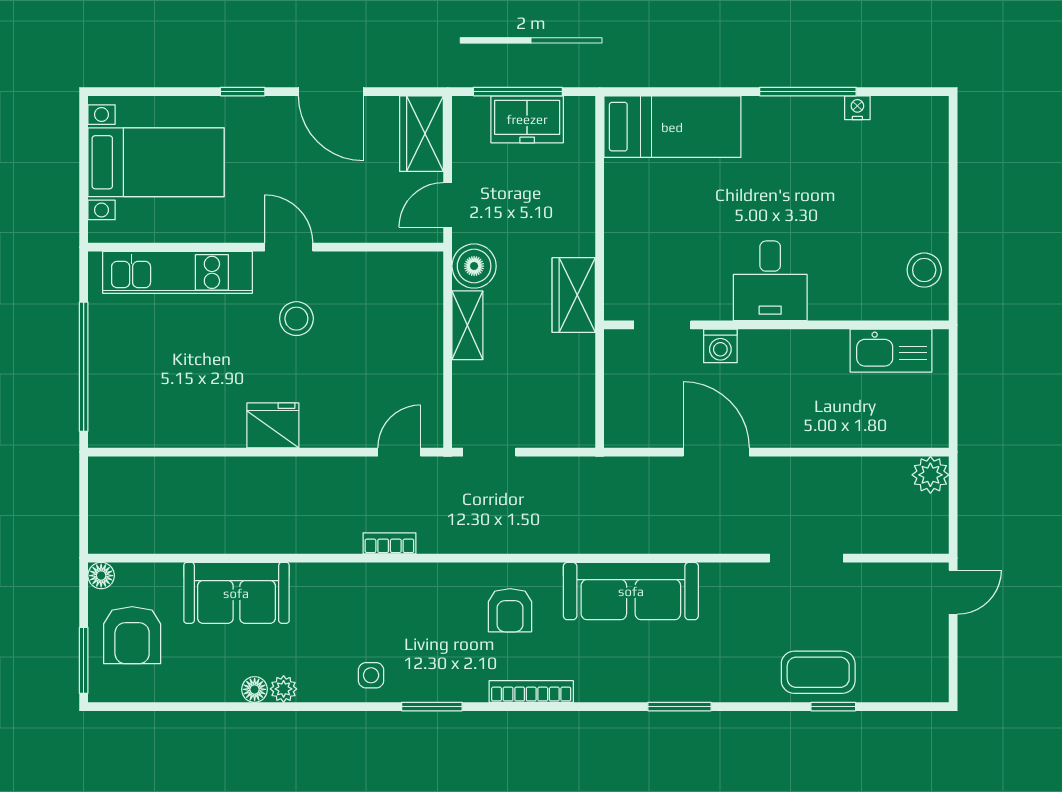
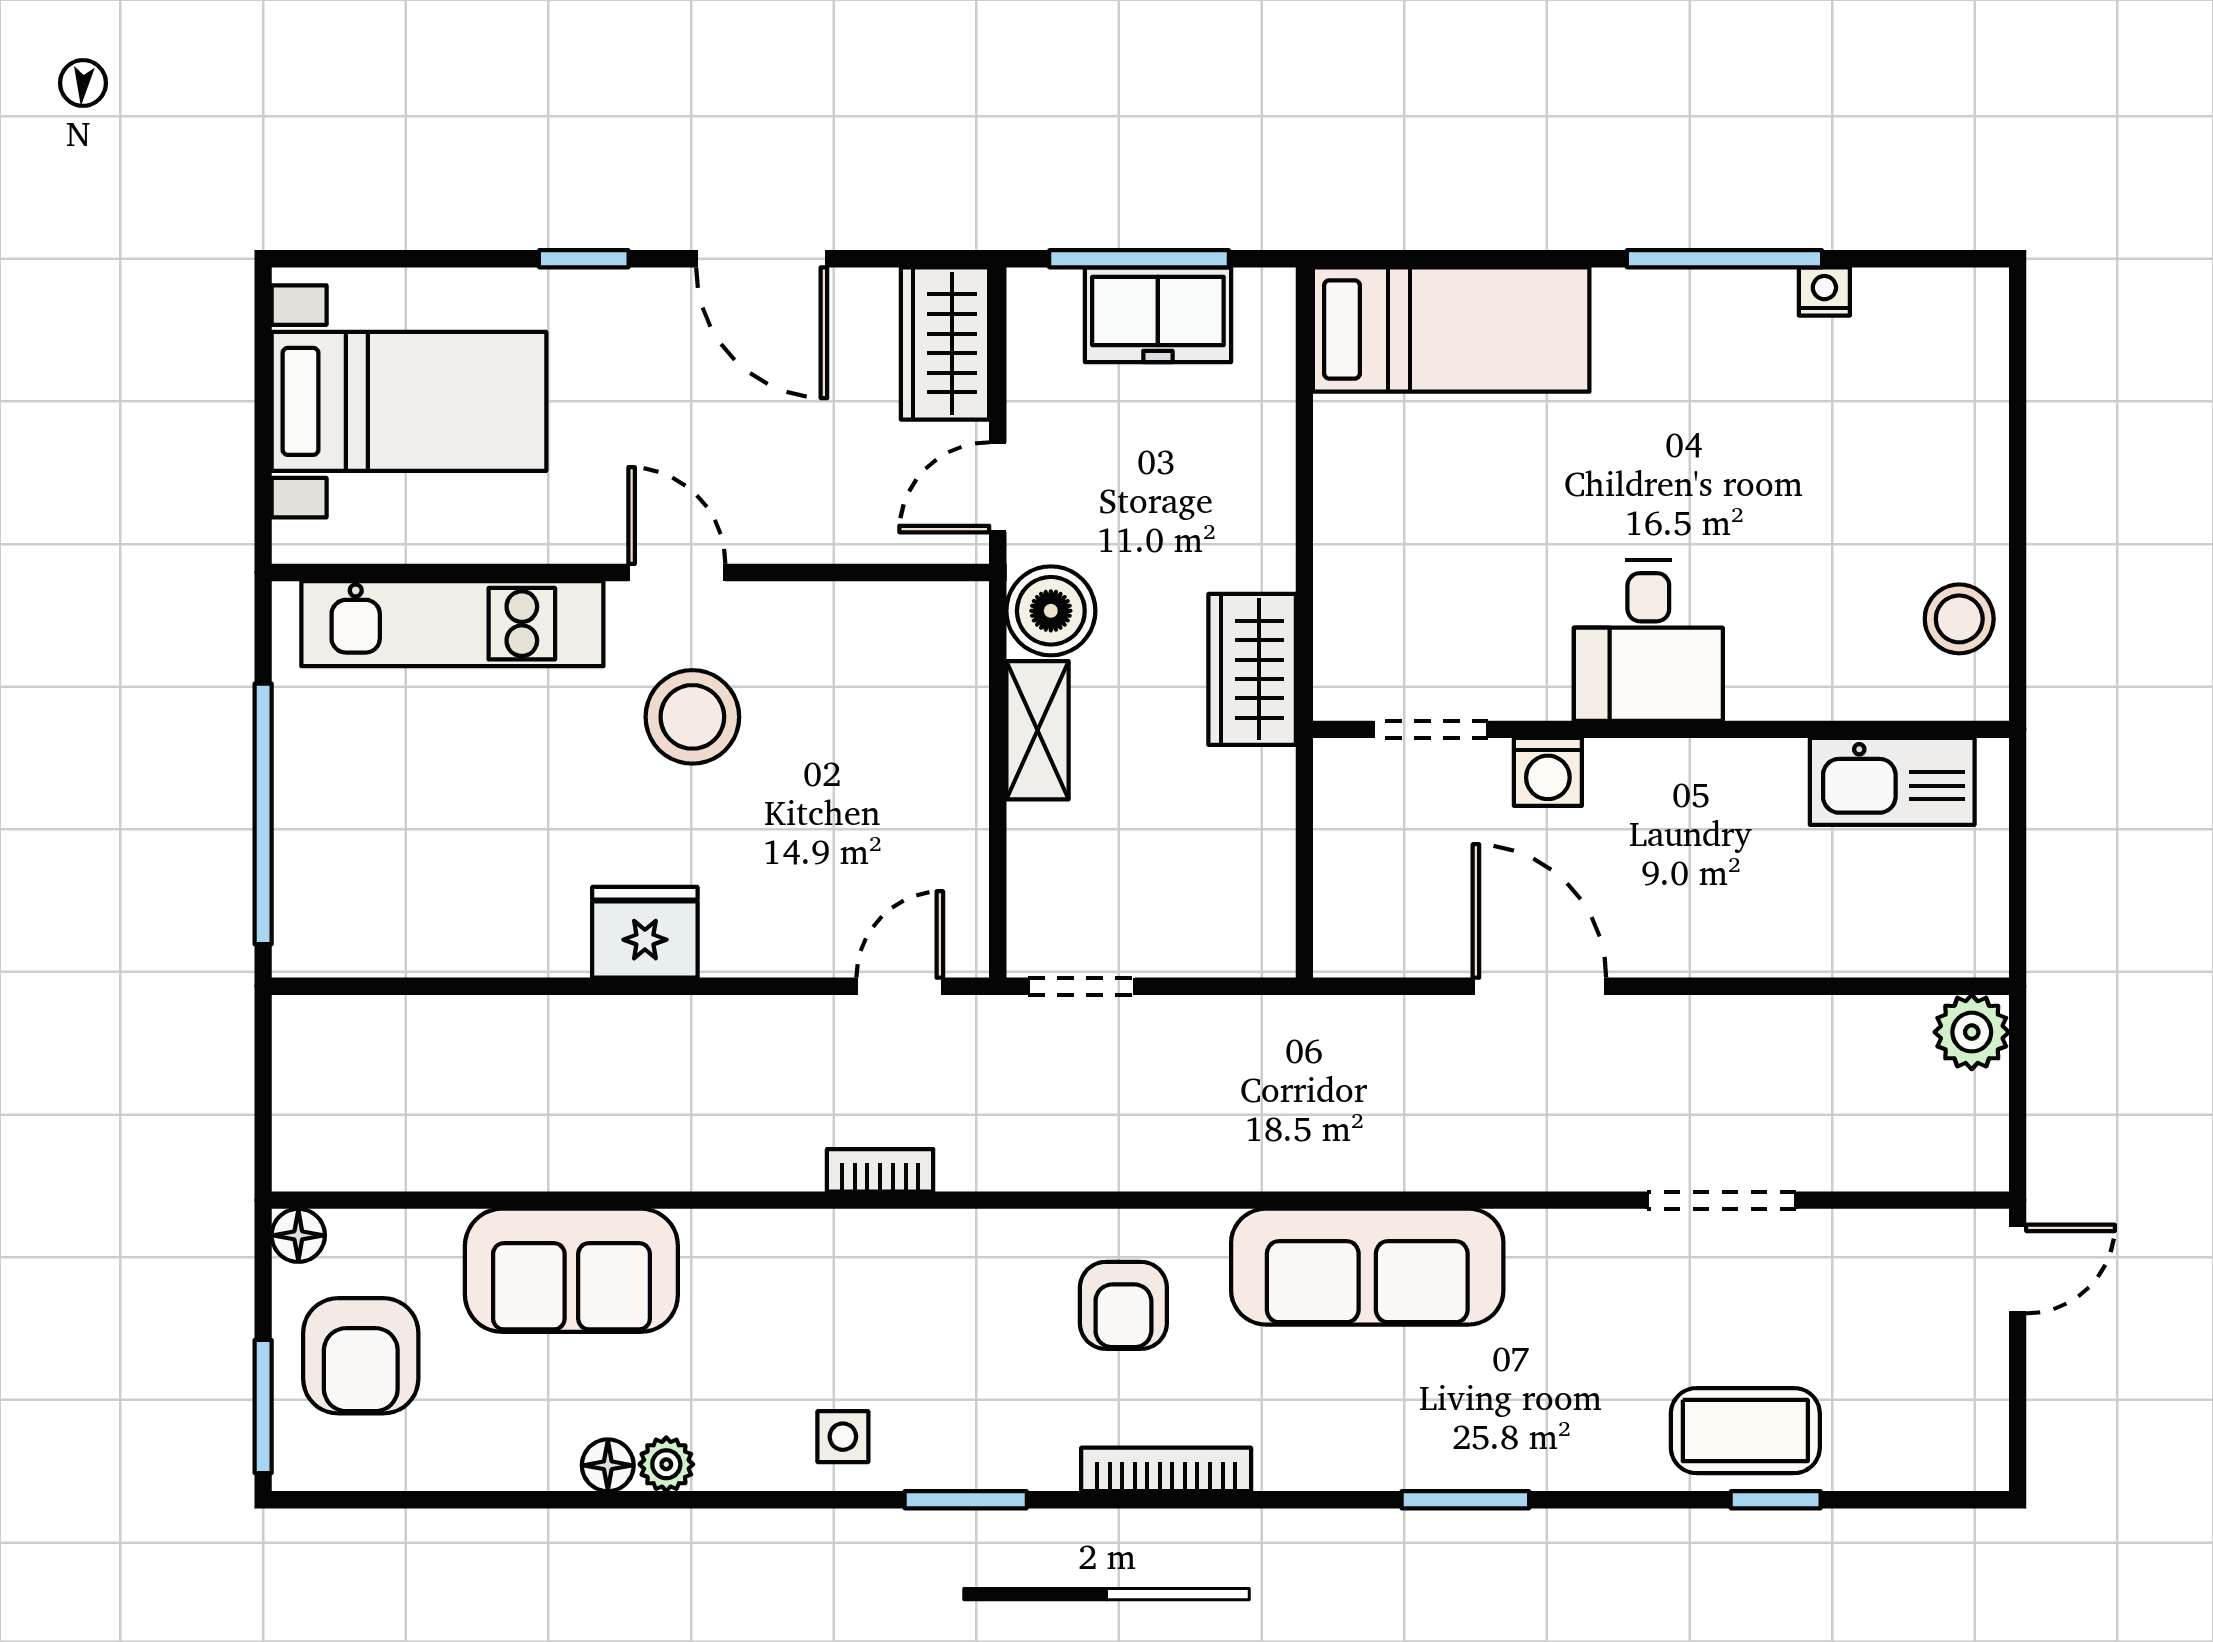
stool: (296, 319) -> (692, 717), width x1.38, depth x1.38

